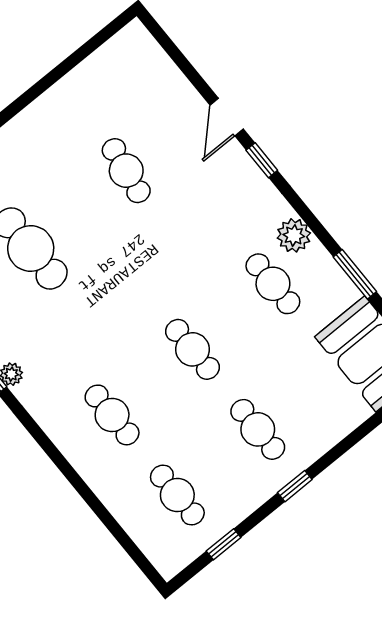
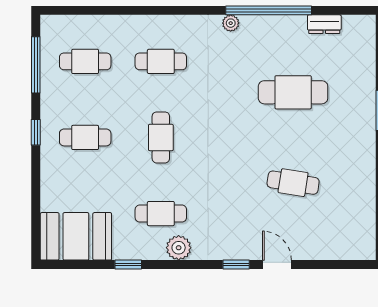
window: (355, 274) -> (128, 264), width x0.67
cafe table: (192, 349) -> (161, 137), turned 90
window: (224, 544) -> (36, 65), width x2.17

